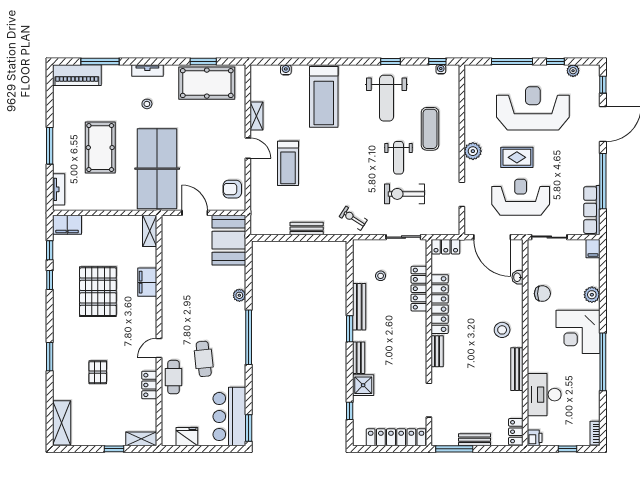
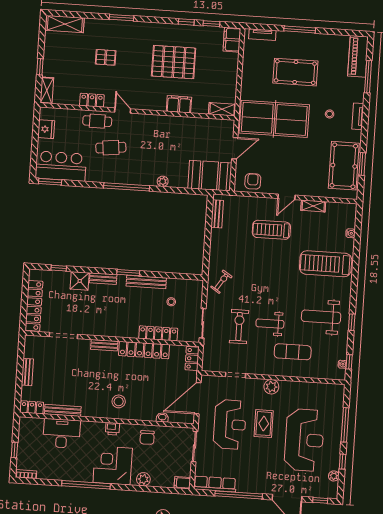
bench: (307, 229) -> (217, 214), moved
bench: (517, 369) -> (63, 410), moved
printer: (535, 438) -> (112, 429), moved
window: (454, 449) -> (21, 354), removed

